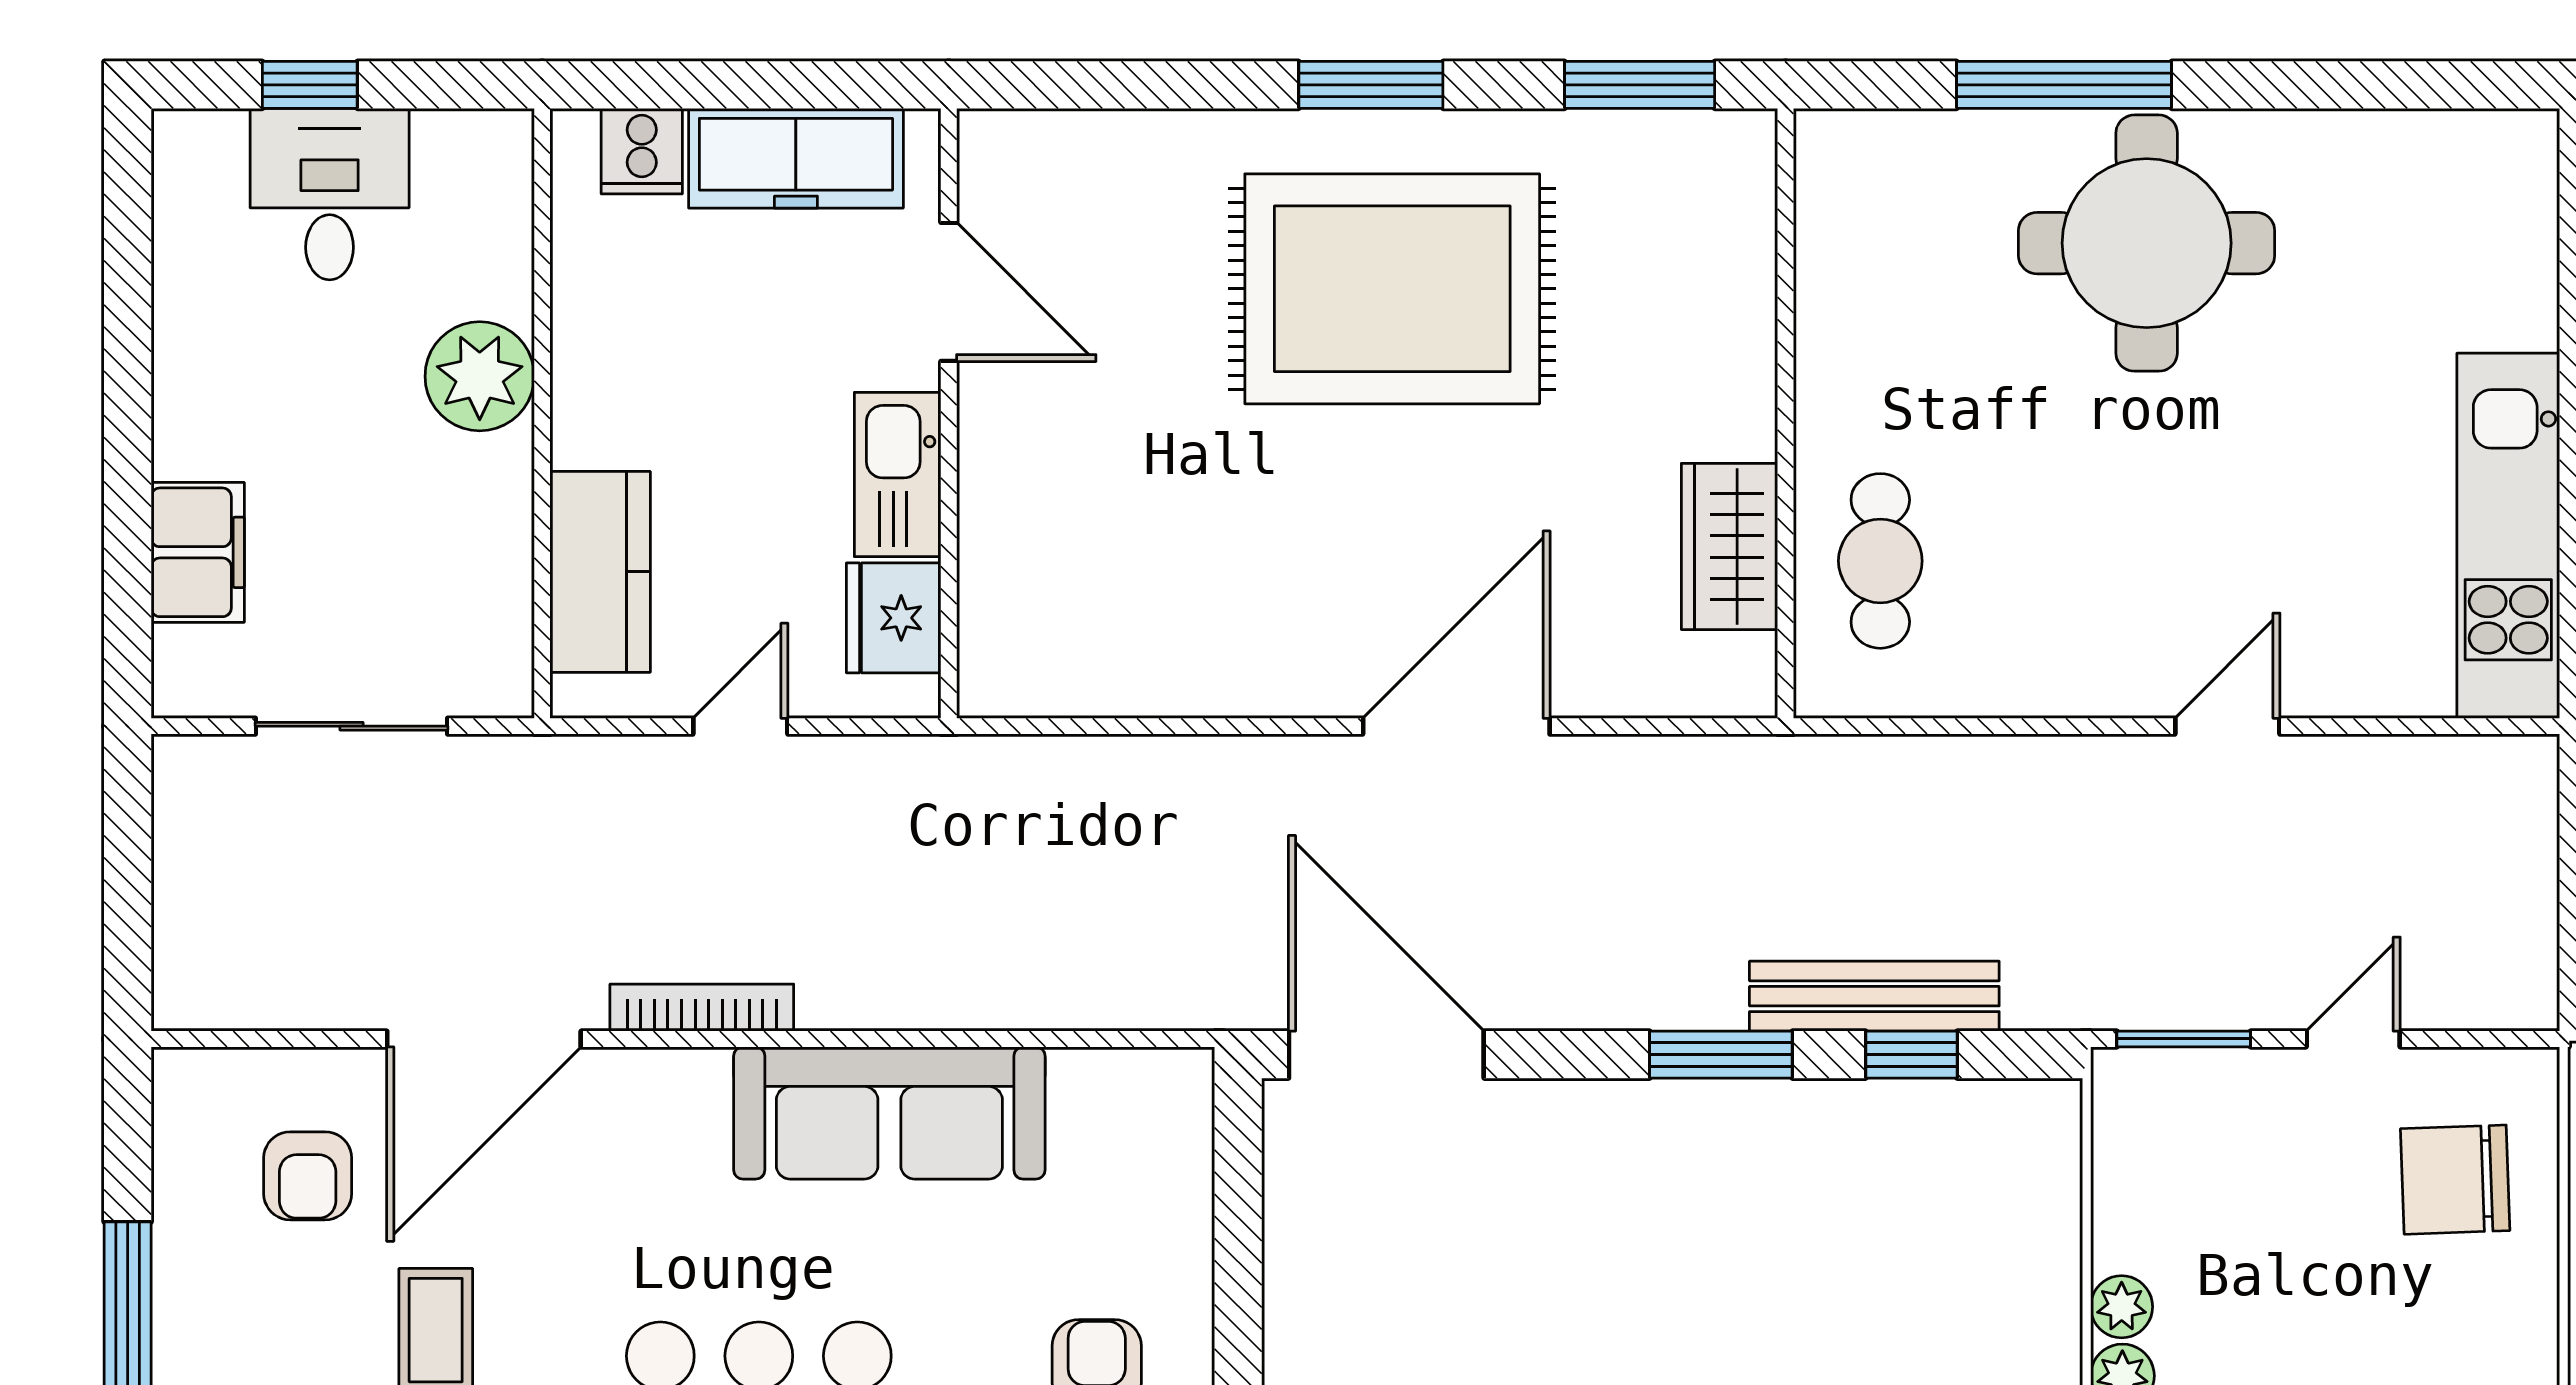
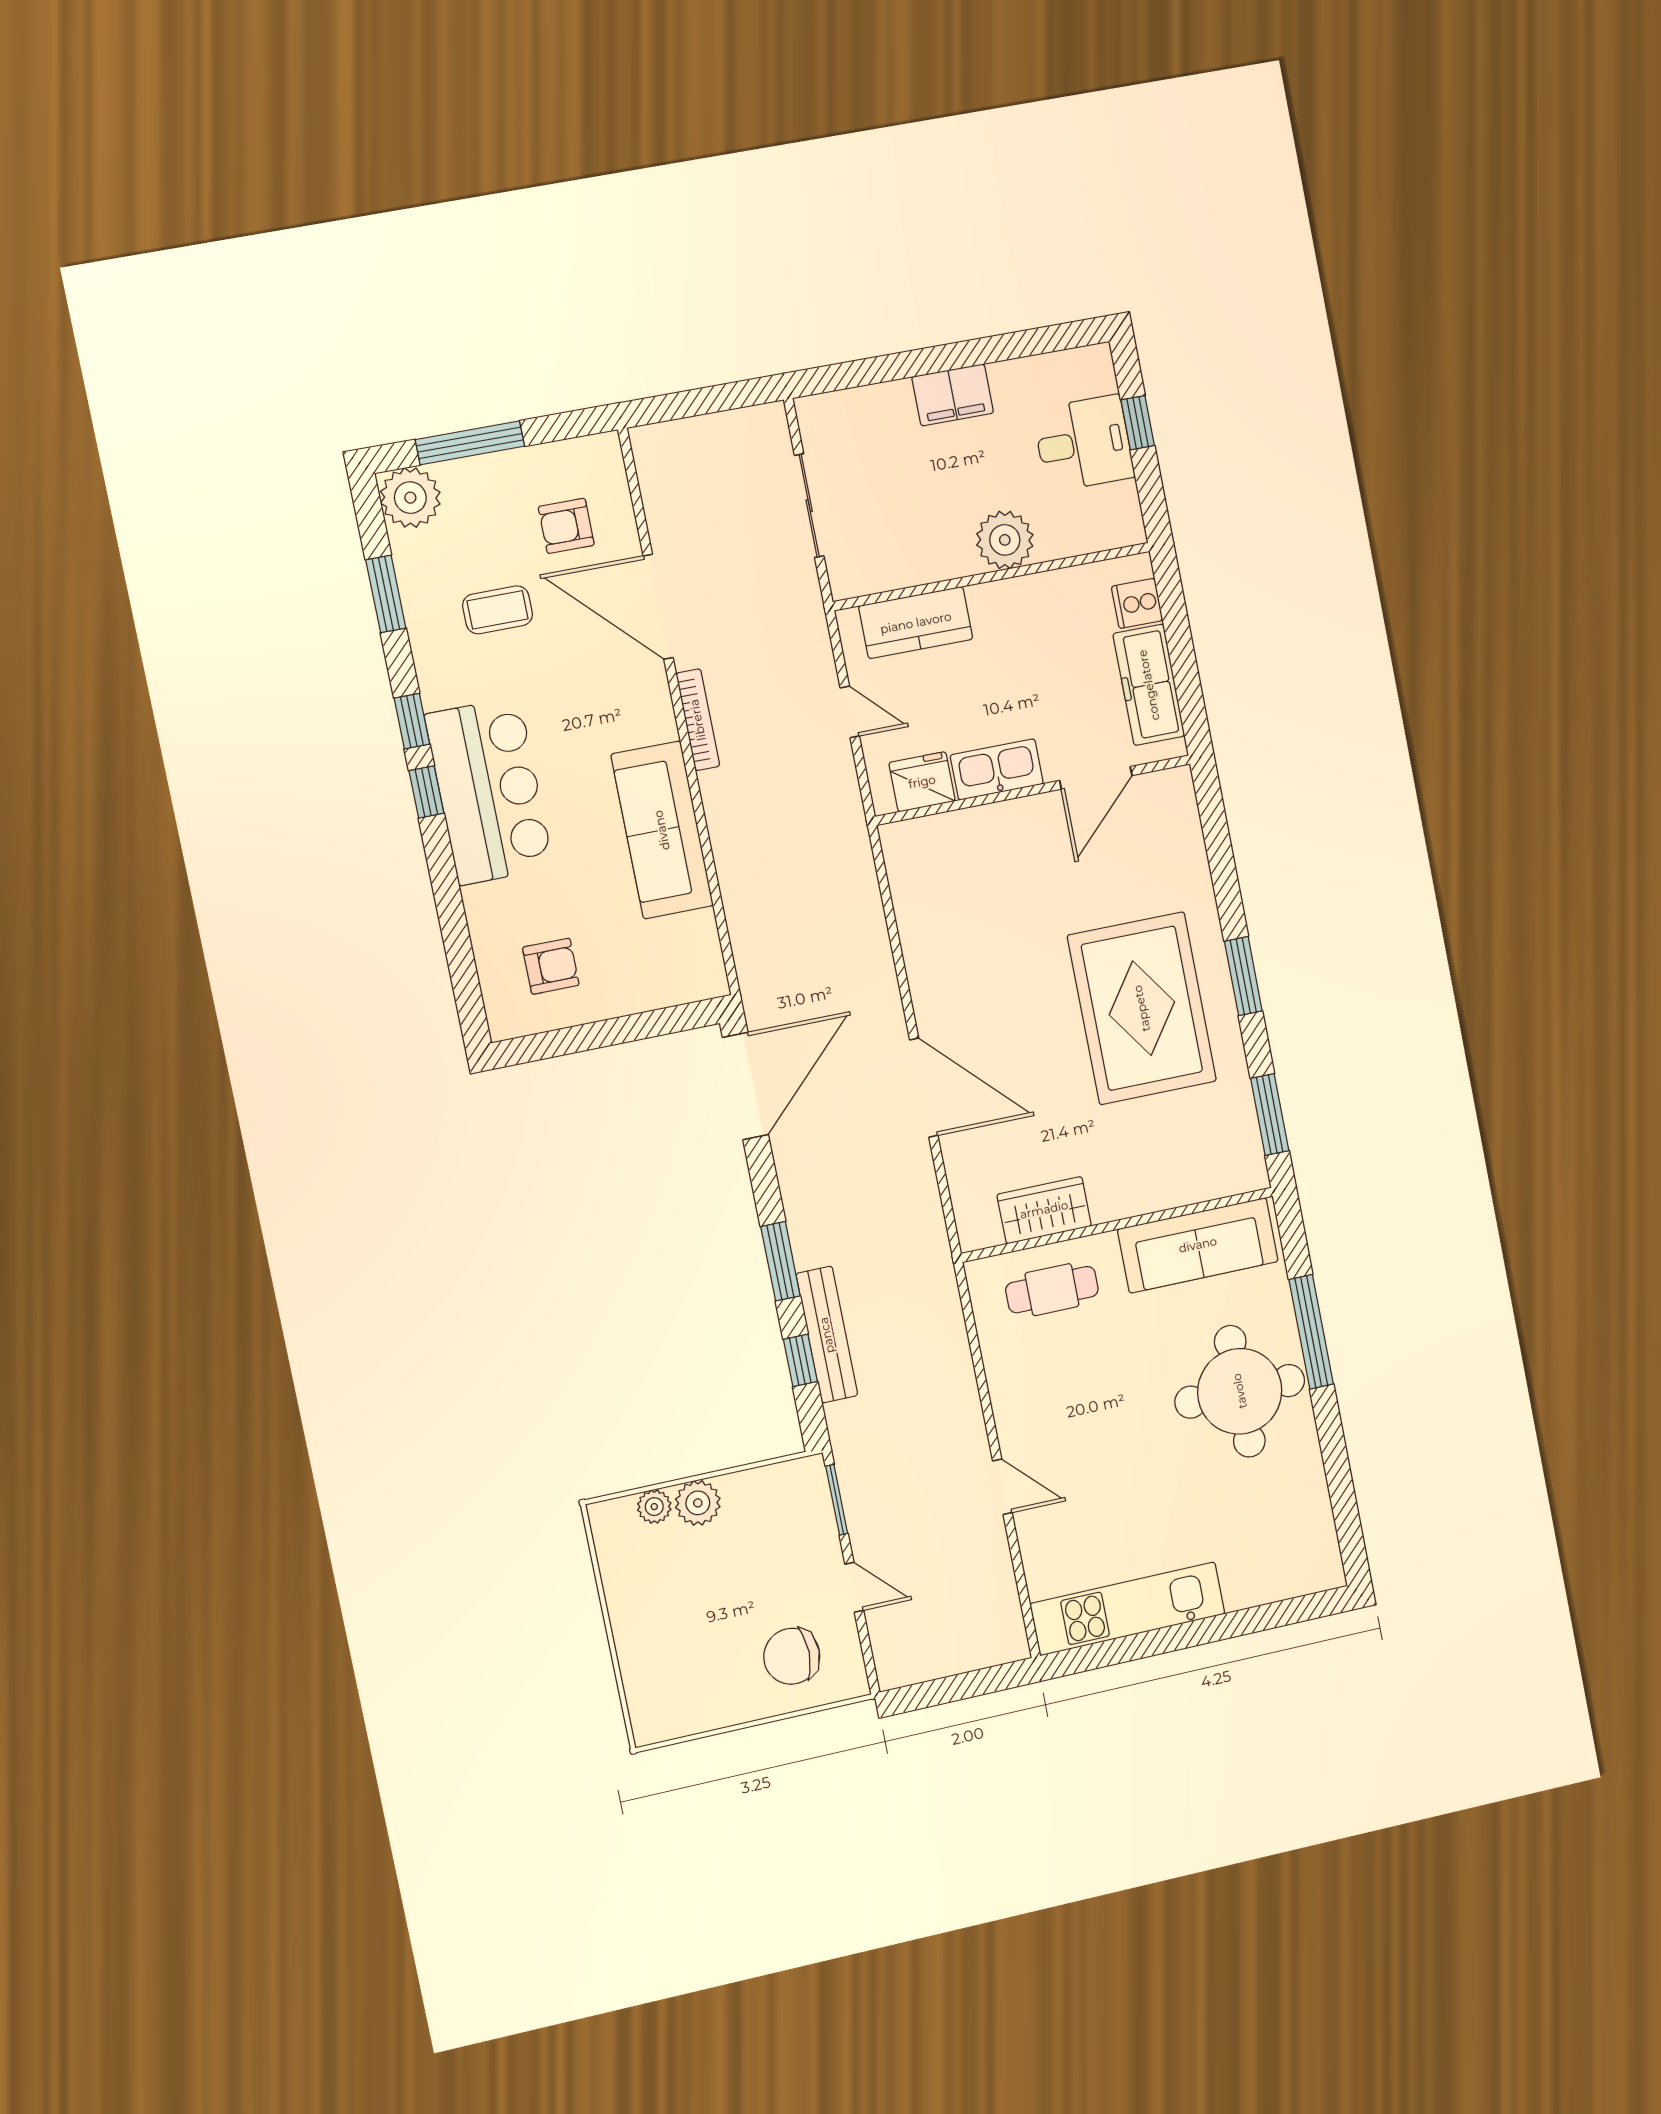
sofa: (1856, 269) -> (1198, 1245), added
filing cabinet: (198, 552) -> (953, 395), moved
chair: (2455, 1180) -> (792, 1656), turned -88
plant: (2122, 1307) -> (698, 1503), width x1.38, depth x1.38

